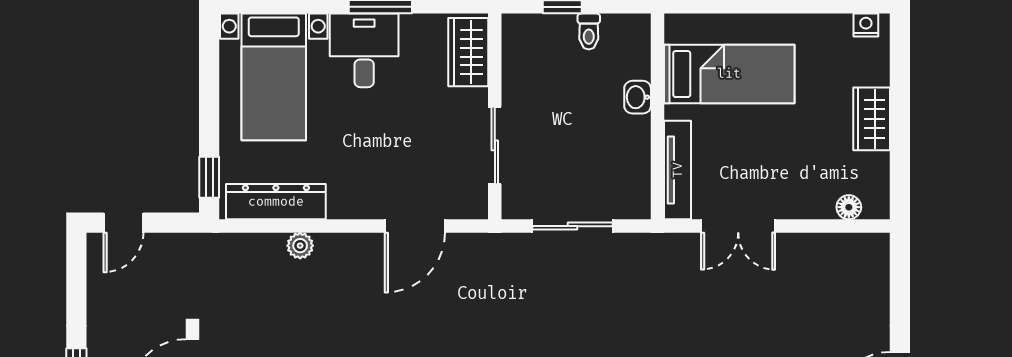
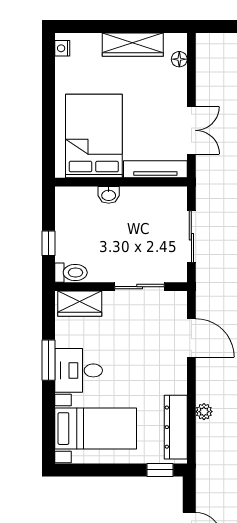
toilet: (589, 32) -> (71, 273), moved, width x1.37, depth x1.39
bed: (729, 74) -> (94, 136), width x1.50
wardrobe: (872, 119) -> (133, 45), width x1.50

